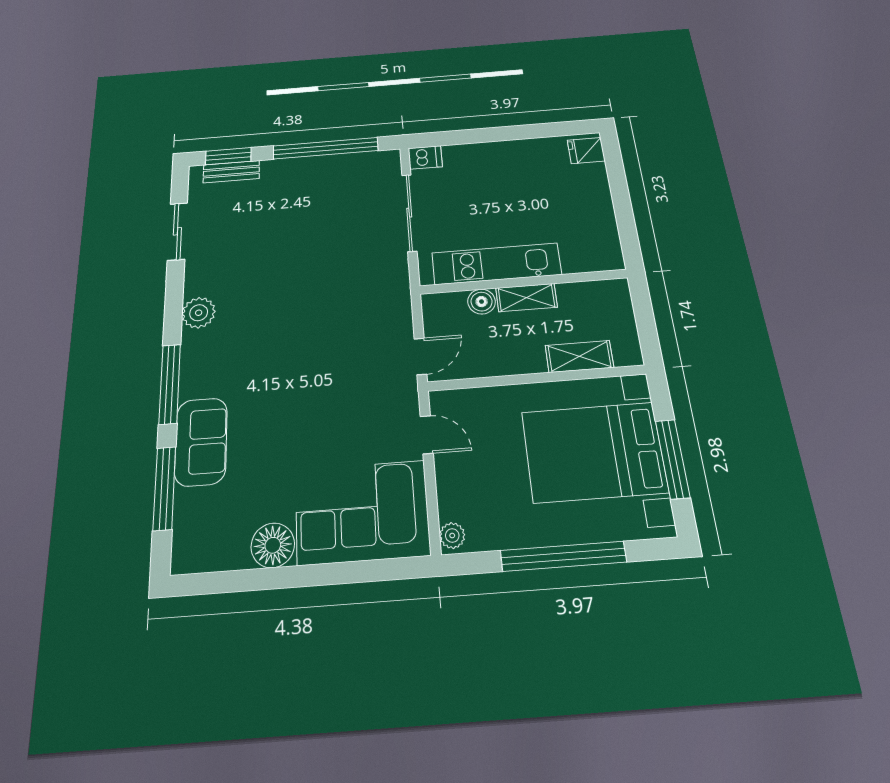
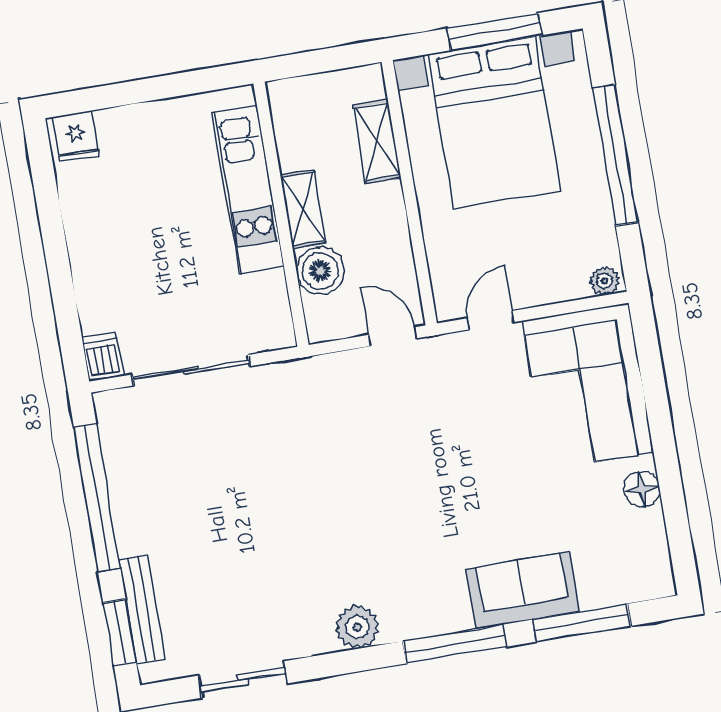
bench: (231, 172) -> (142, 610), width x1.36
kitchen unit: (496, 264) -> (248, 190), moved
boiler: (482, 302) -> (320, 271), width x1.36, depth x1.36
floor lamp: (273, 545) -> (642, 489), width x0.73, depth x0.73

